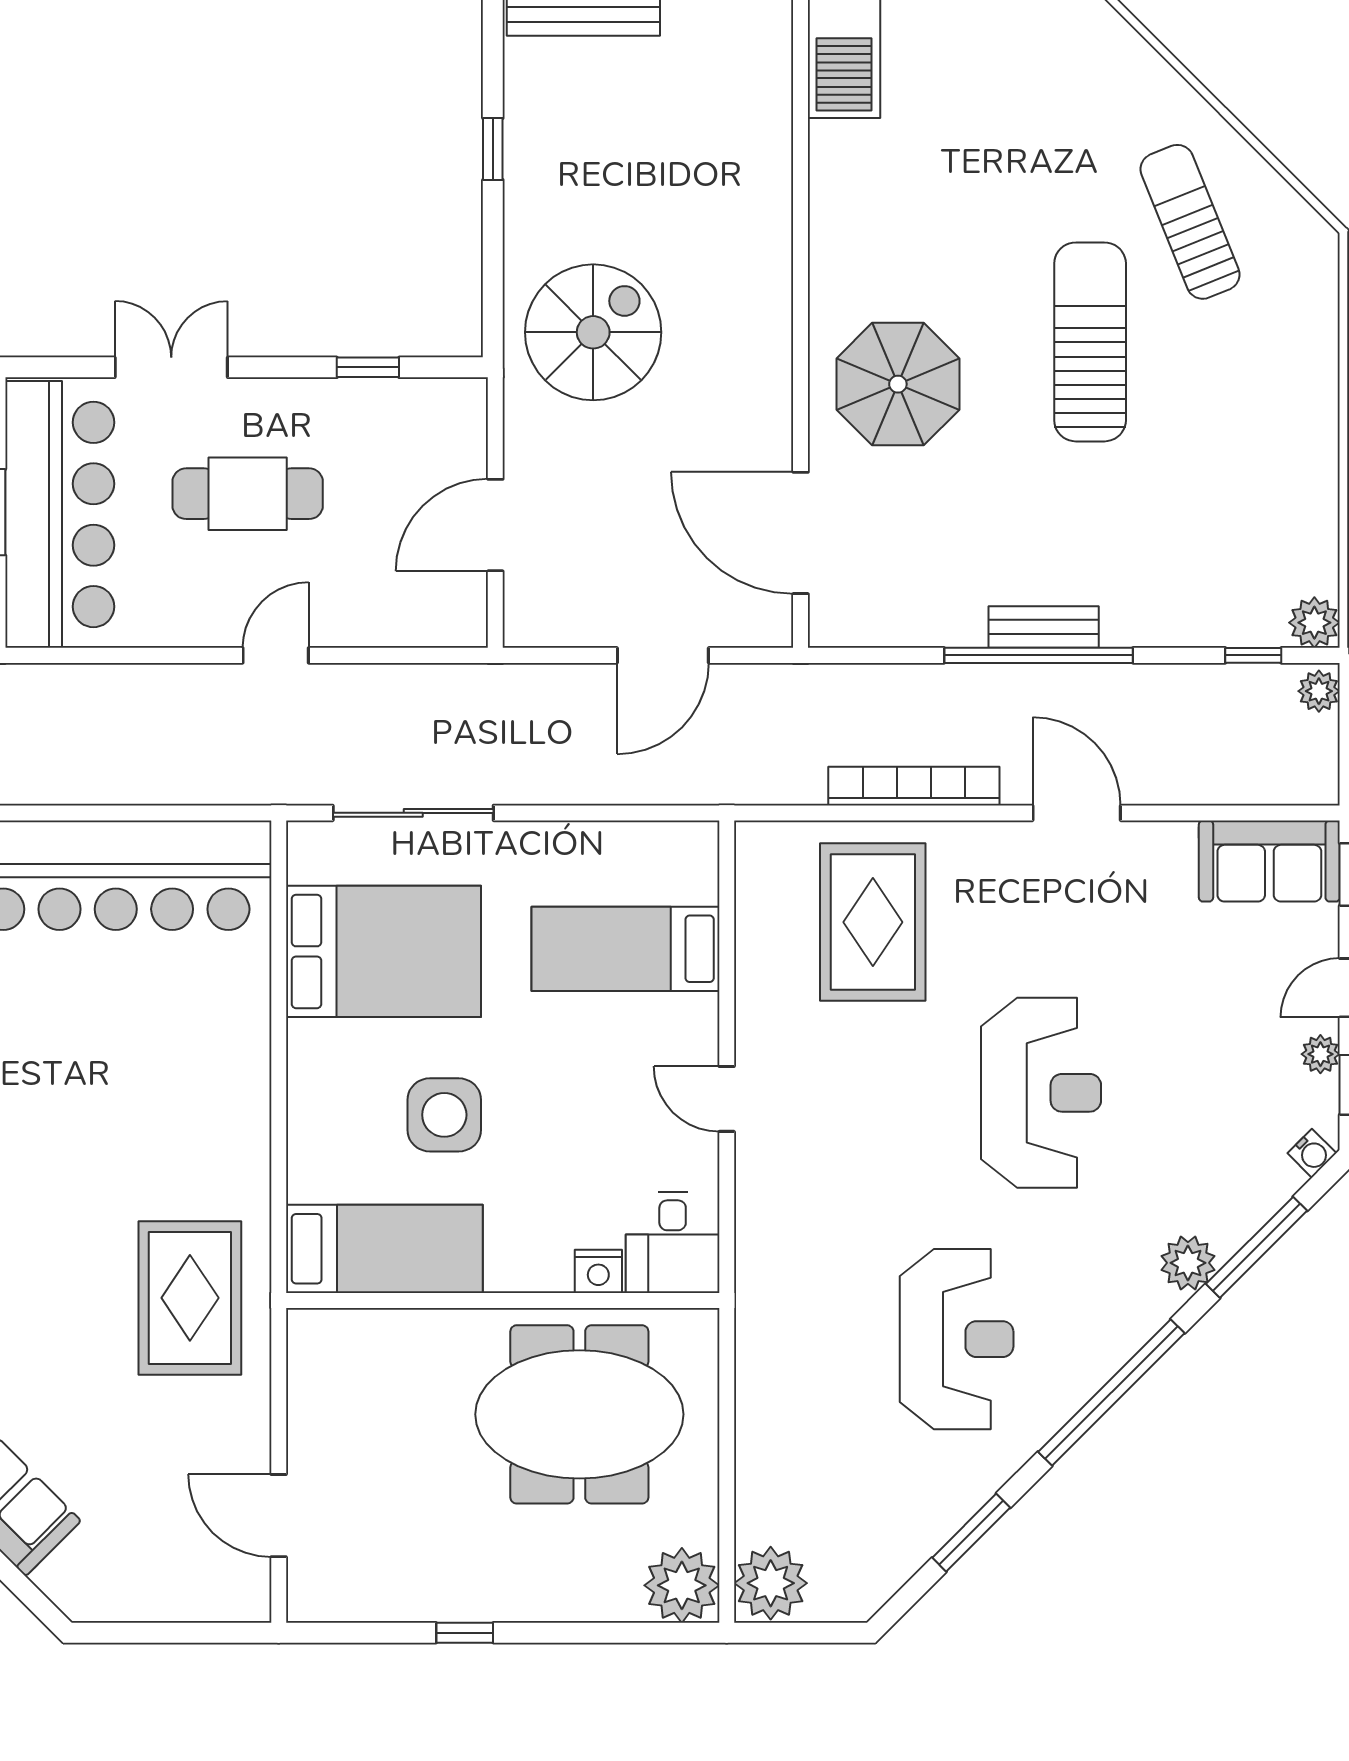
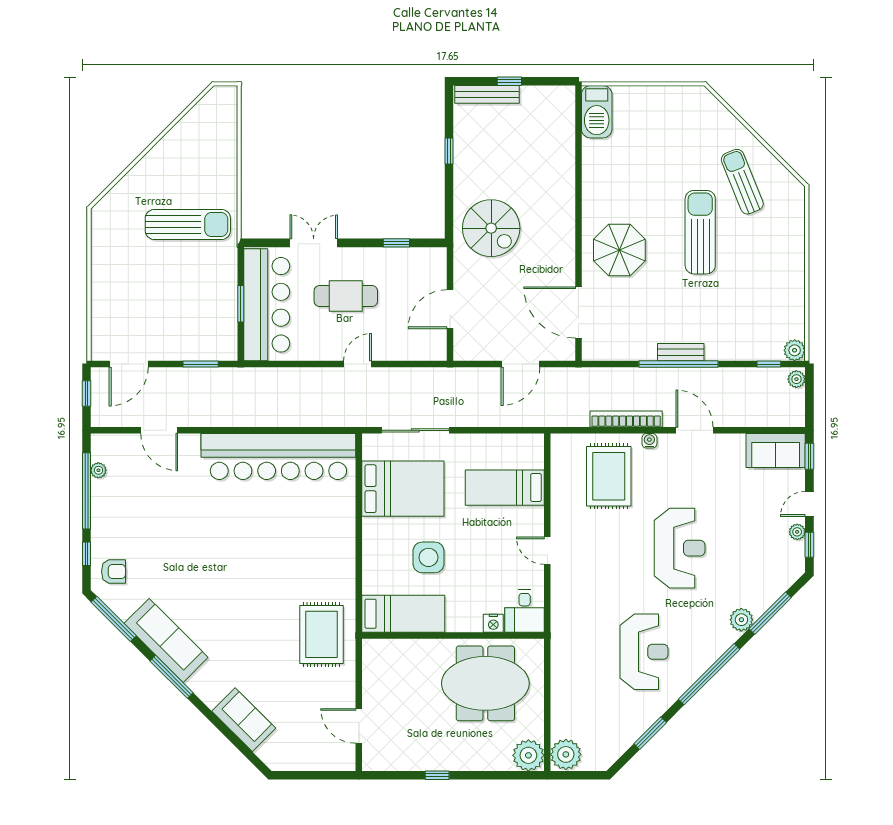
spiral stairs: (593, 332) -> (491, 228), turned 90
water cooler: (1312, 1153) -> (649, 441), moved, turned -135

